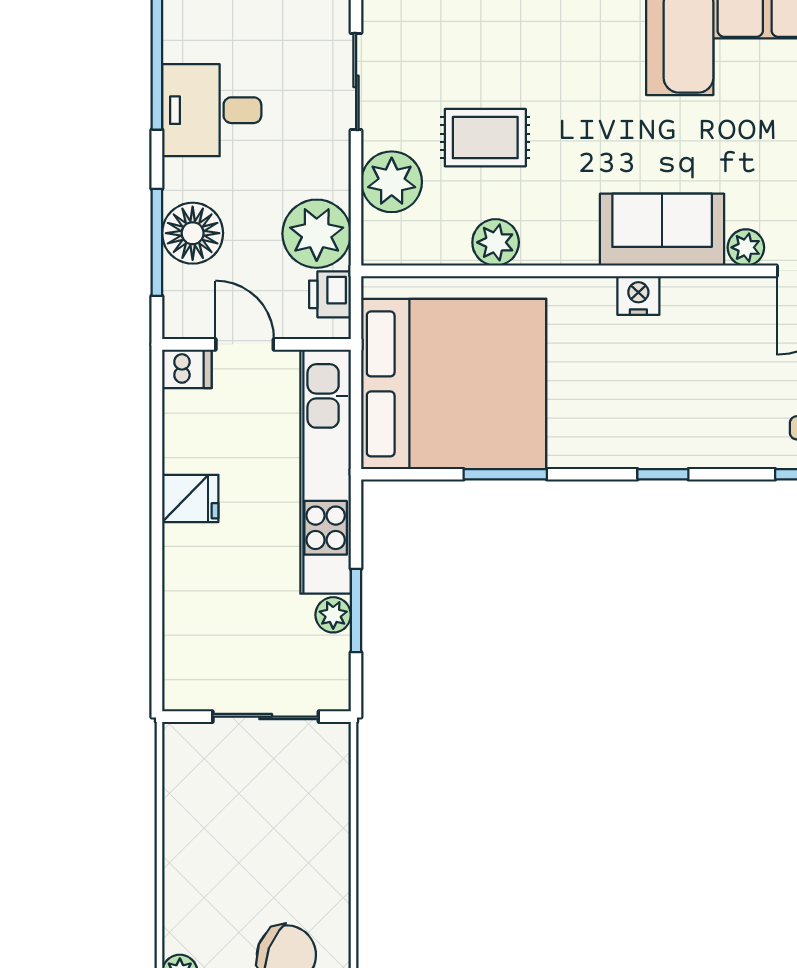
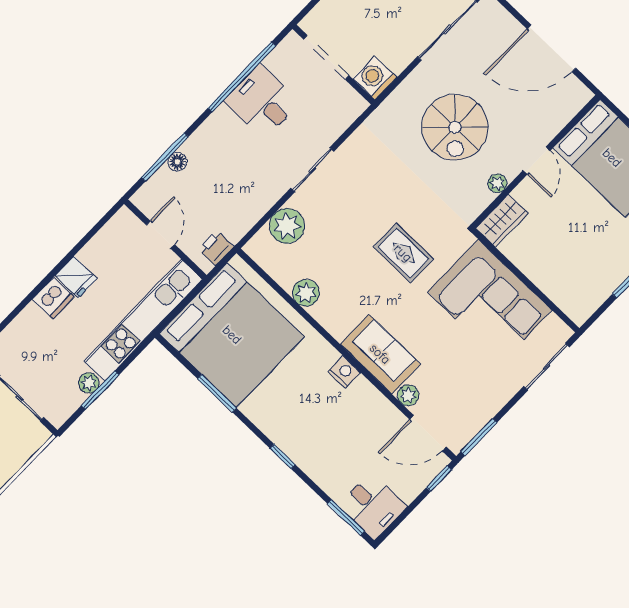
desk: (212, 110) -> (262, 102), moved
rug: (485, 138) -> (403, 253), moved
floor lamp: (193, 233) -> (177, 162), width x0.53, depth x0.53
plant: (317, 234) -> (235, 217), removed
dishwasher: (187, 369) -> (53, 298), moved, width x1.38

